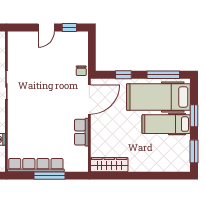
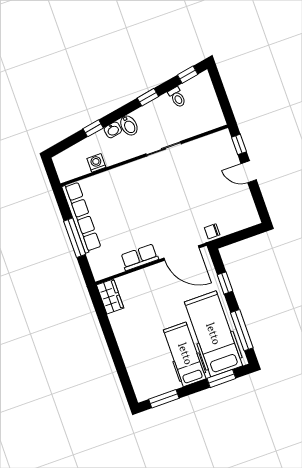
window: (69, 28) -> (239, 144), moved
window: (194, 116) -> (221, 378), moved
wardrobe: (109, 165) -> (110, 297), width x0.67

